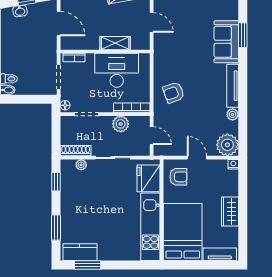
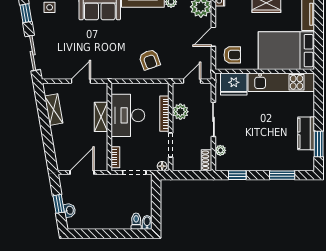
bookcase: (132, 108) -> (164, 114), moved
shoe rack: (76, 151) -> (207, 160), width x0.70
armchair: (178, 177) -> (232, 55), turned 90
kitchen counter: (80, 252) -> (306, 133), moved

